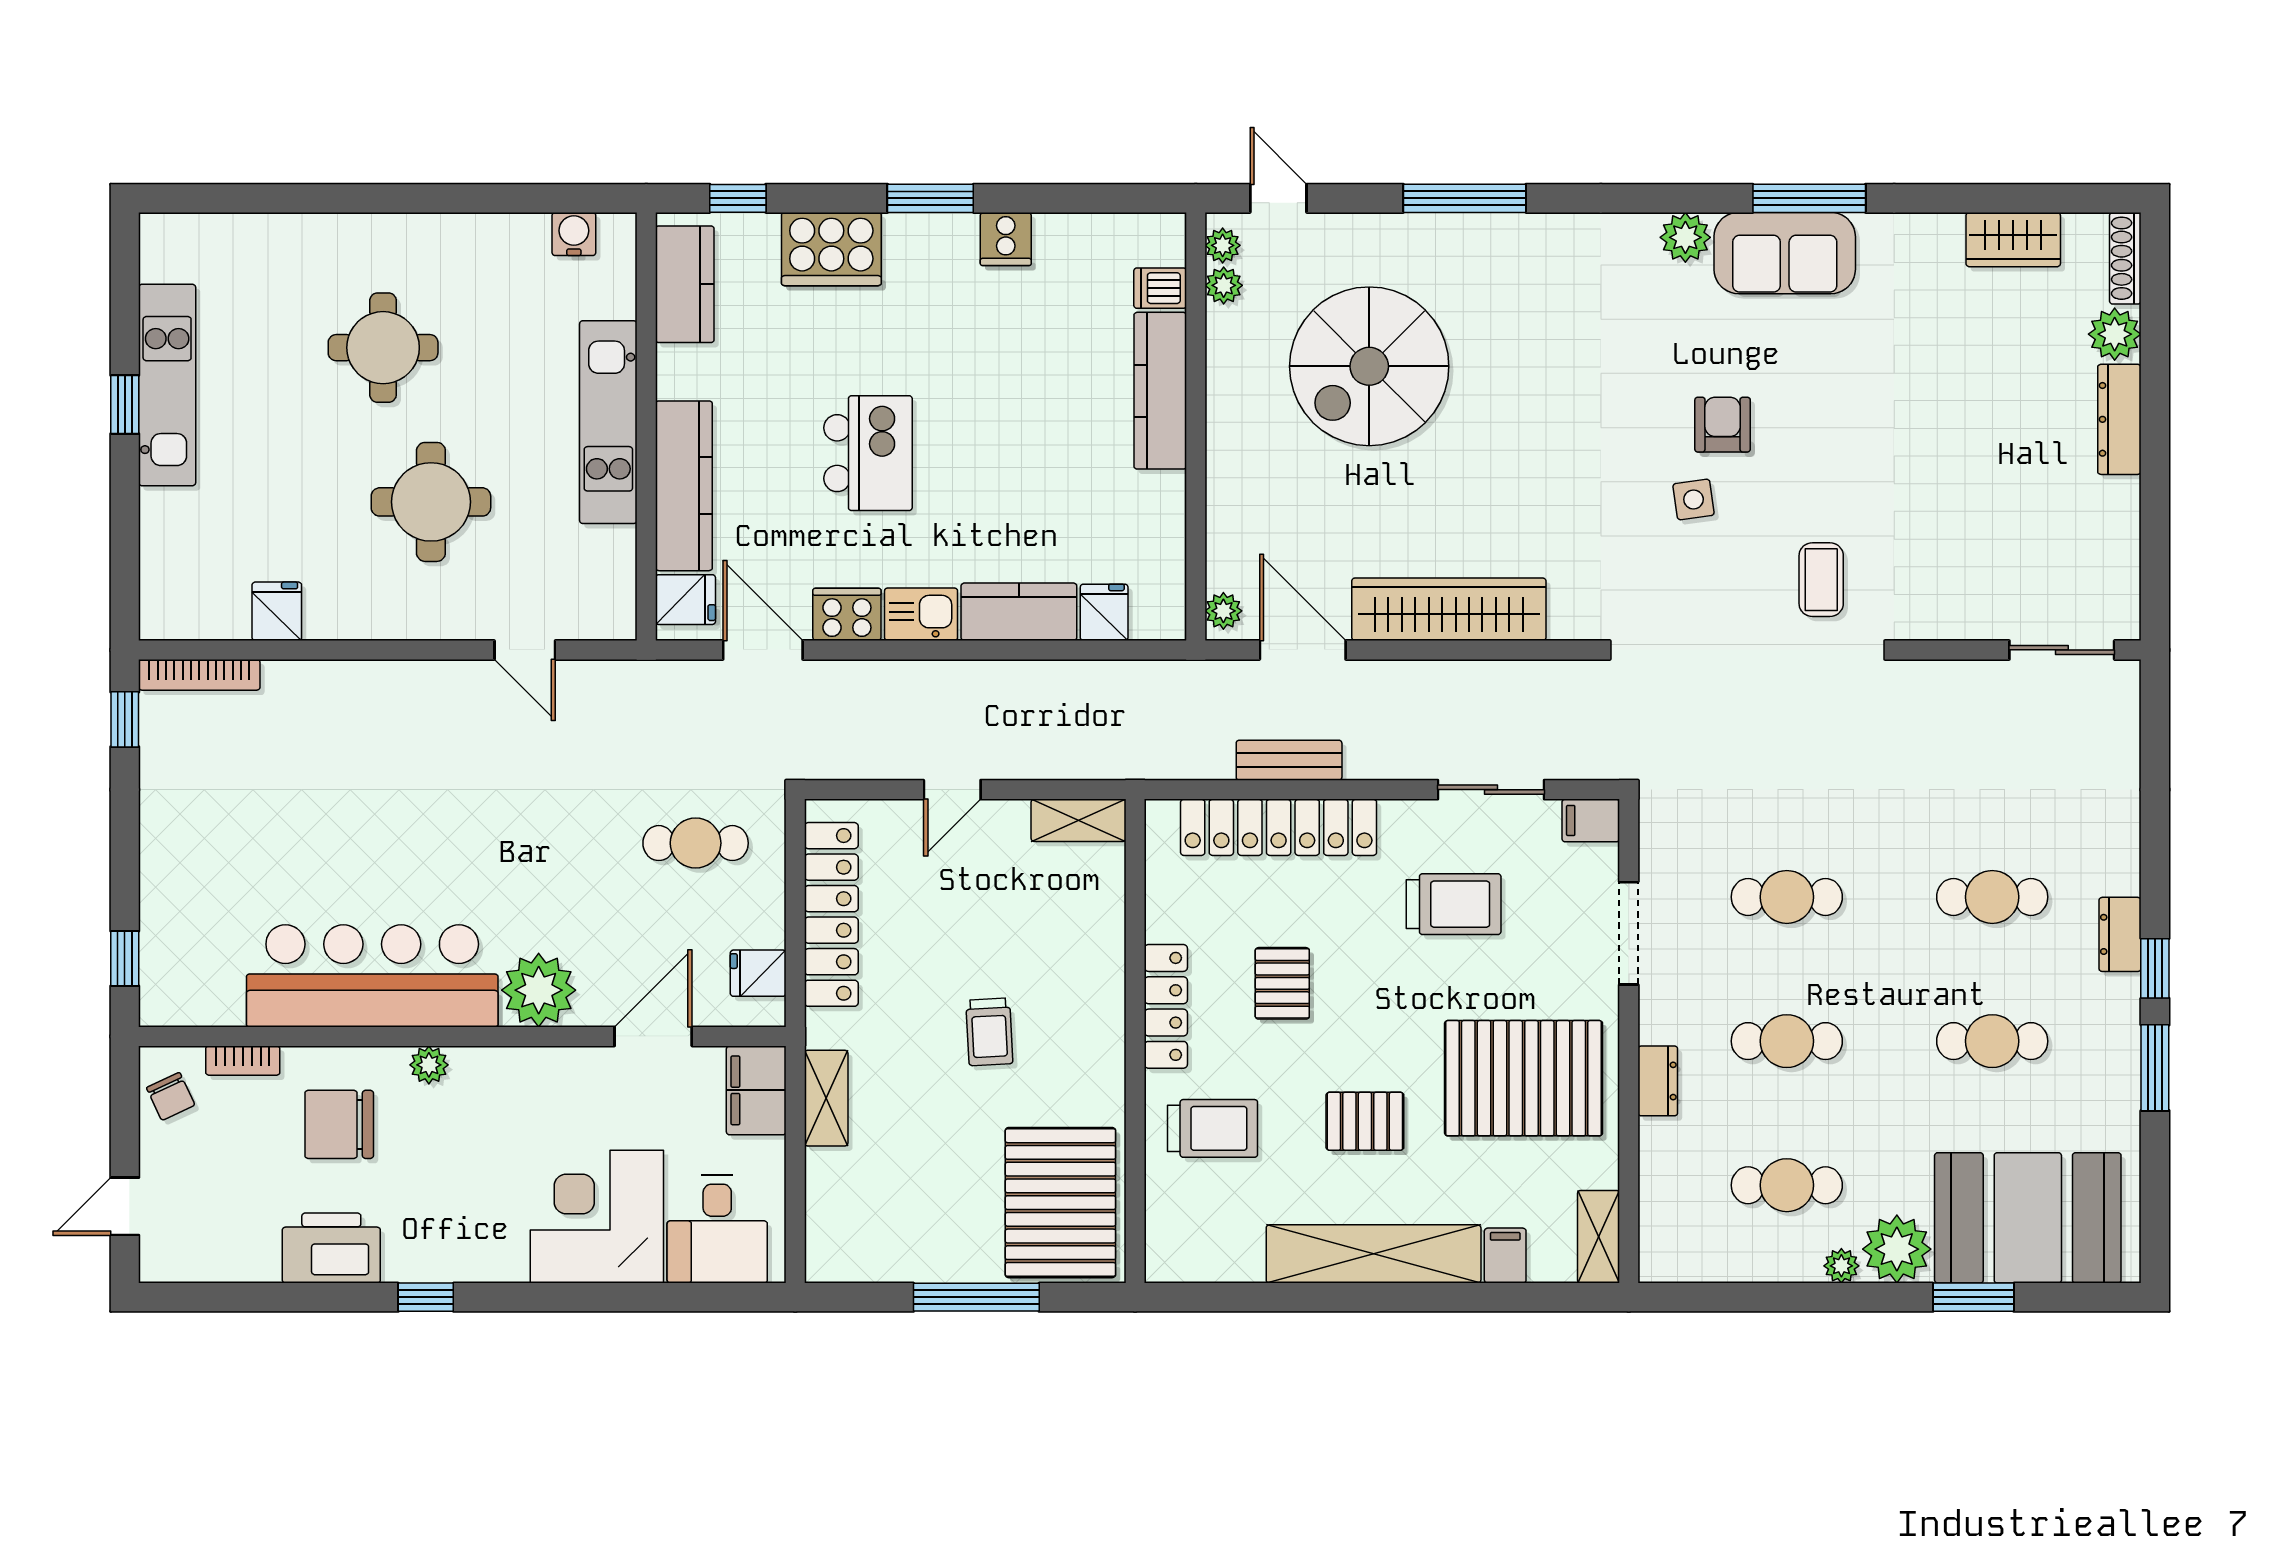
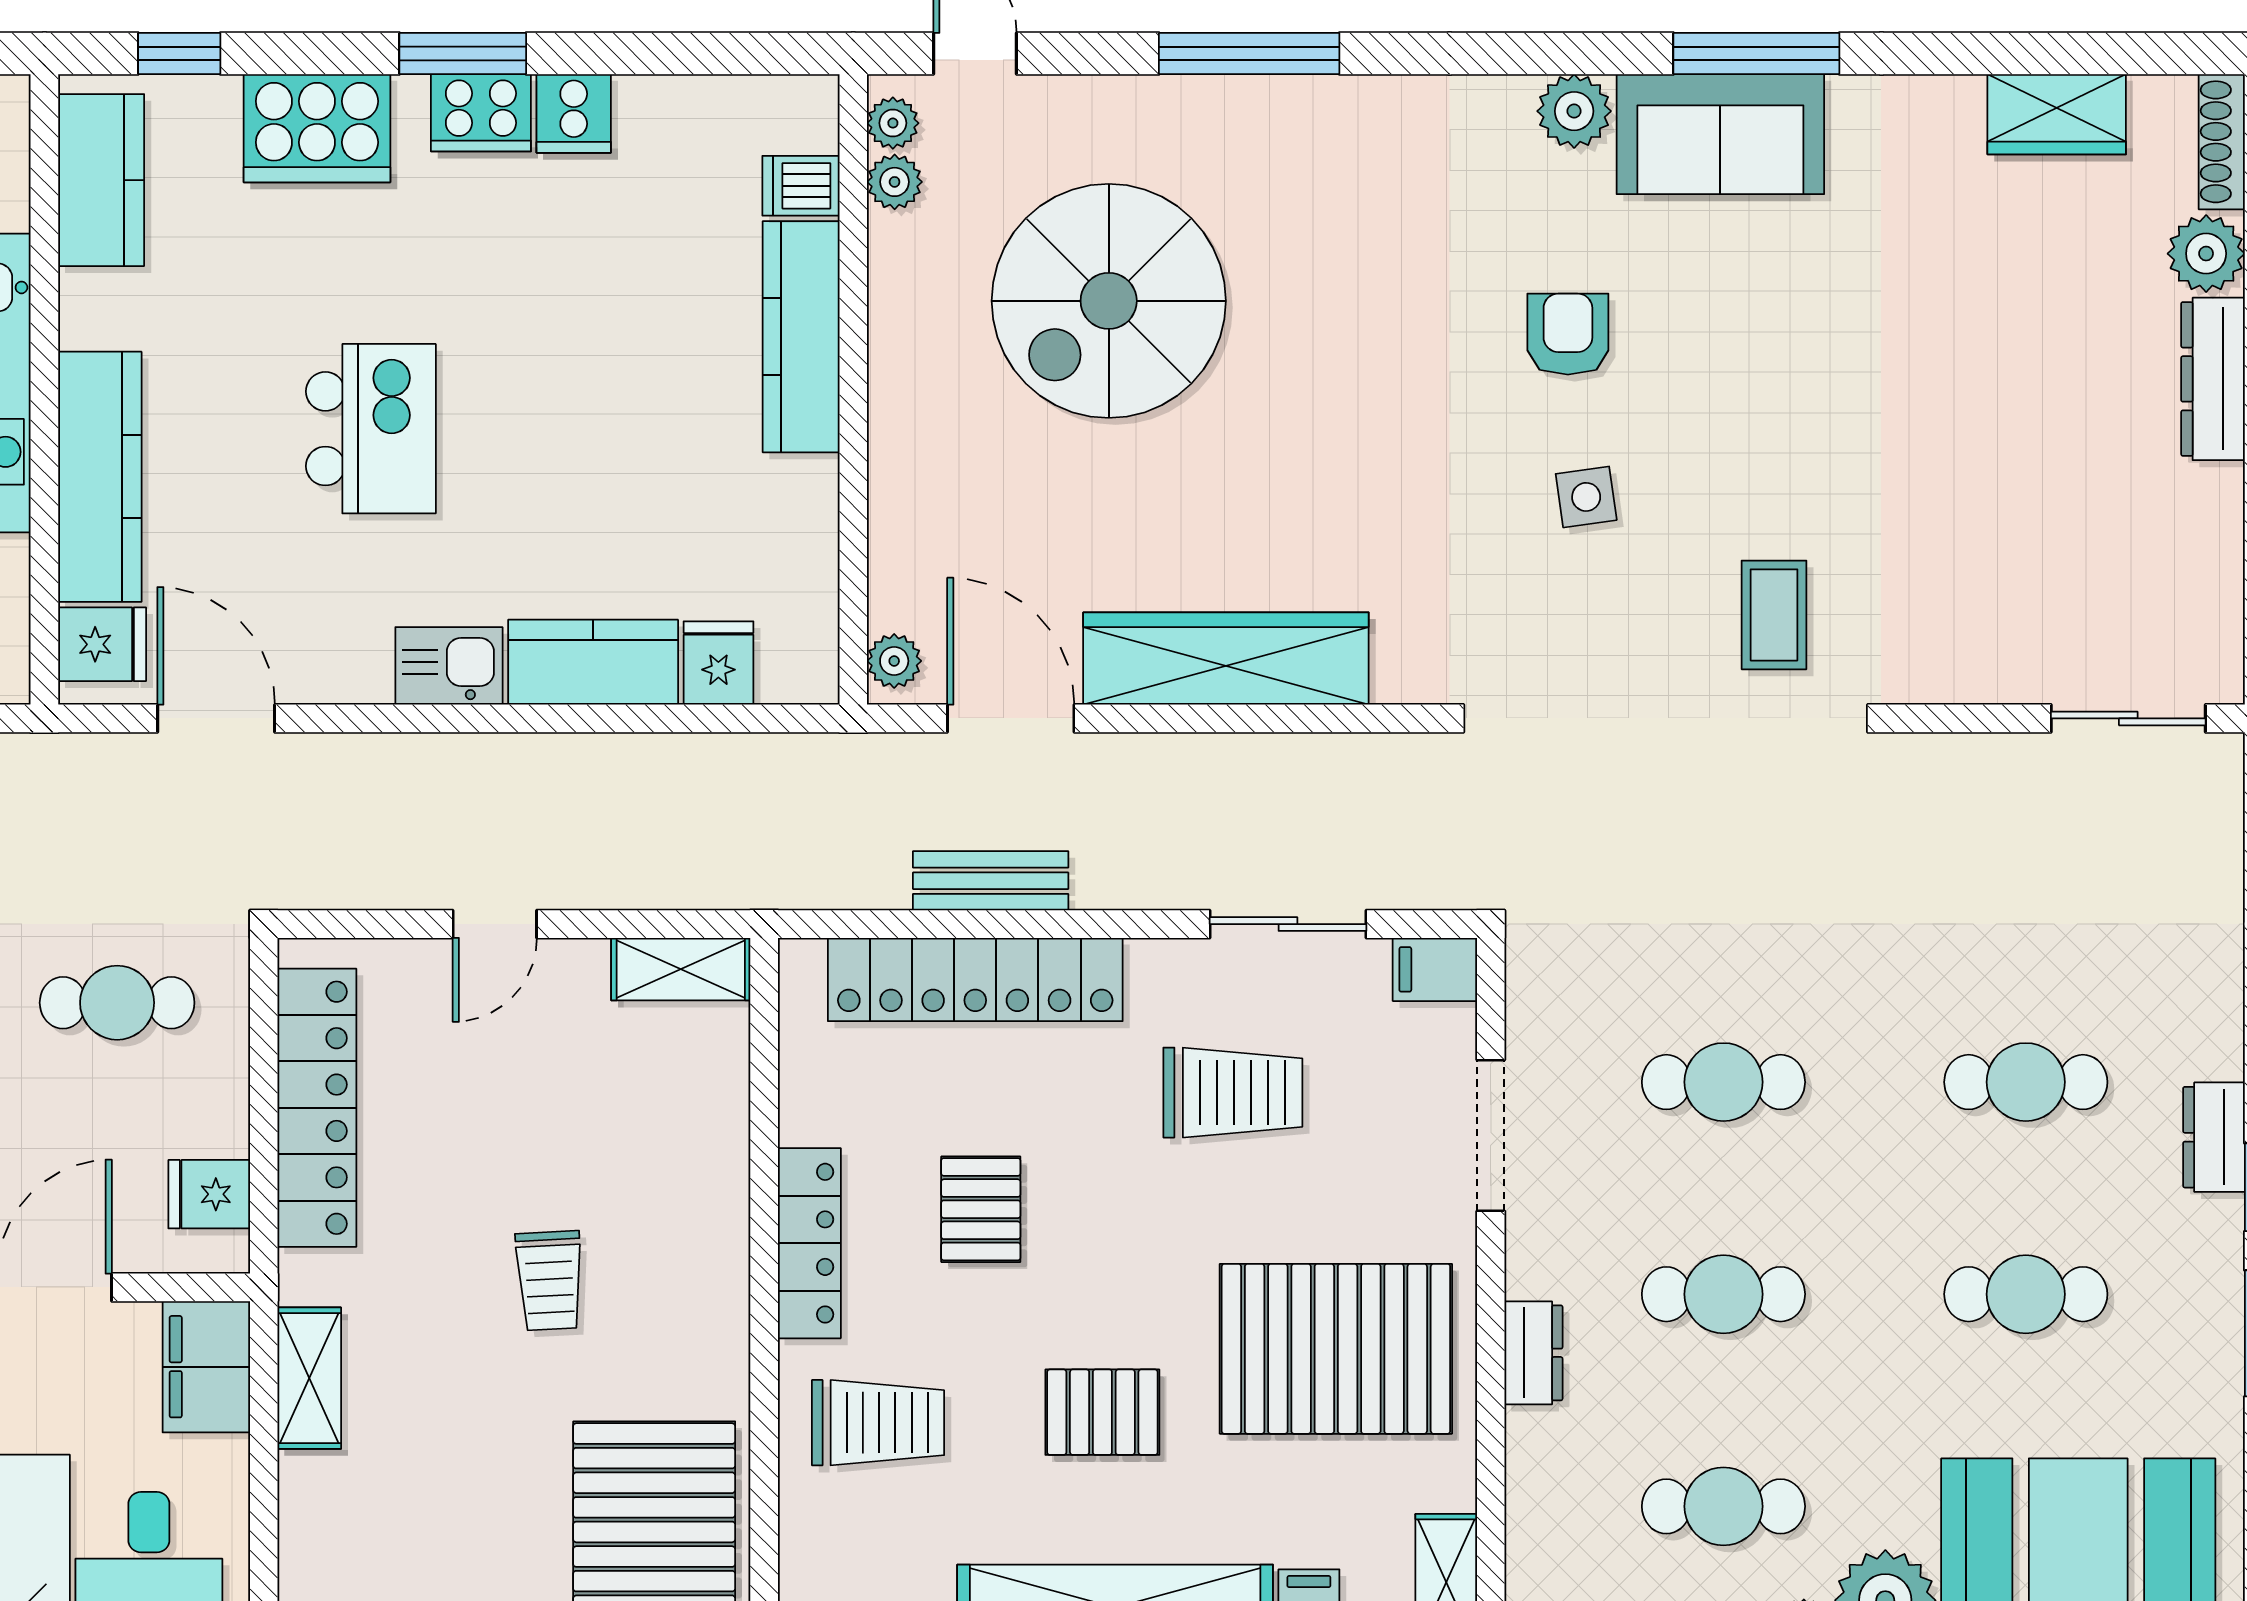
armchair: (1723, 425) -> (1568, 334), moved
cooker: (847, 614) -> (481, 113), moved, turned 180

